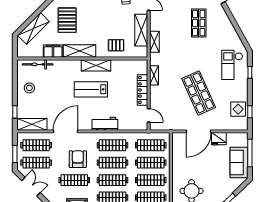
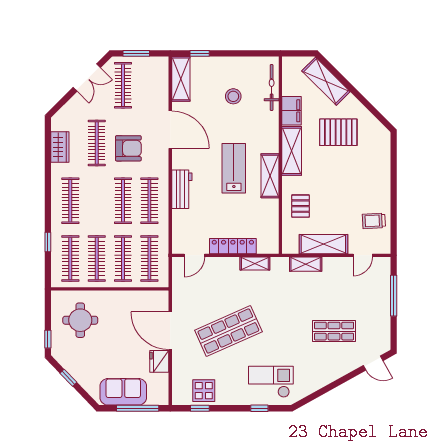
stool: (29, 88) -> (233, 96), moved
clothes rail: (36, 145) -> (149, 85), removed
clothes rail: (113, 180) -> (97, 201), removed

